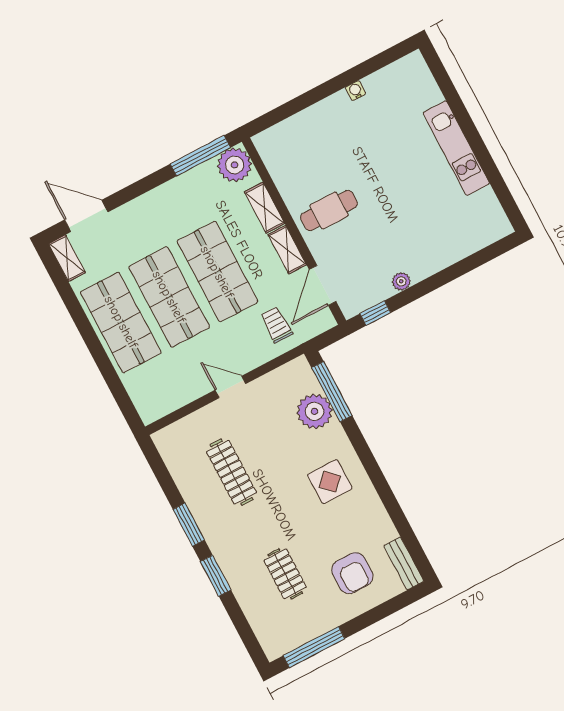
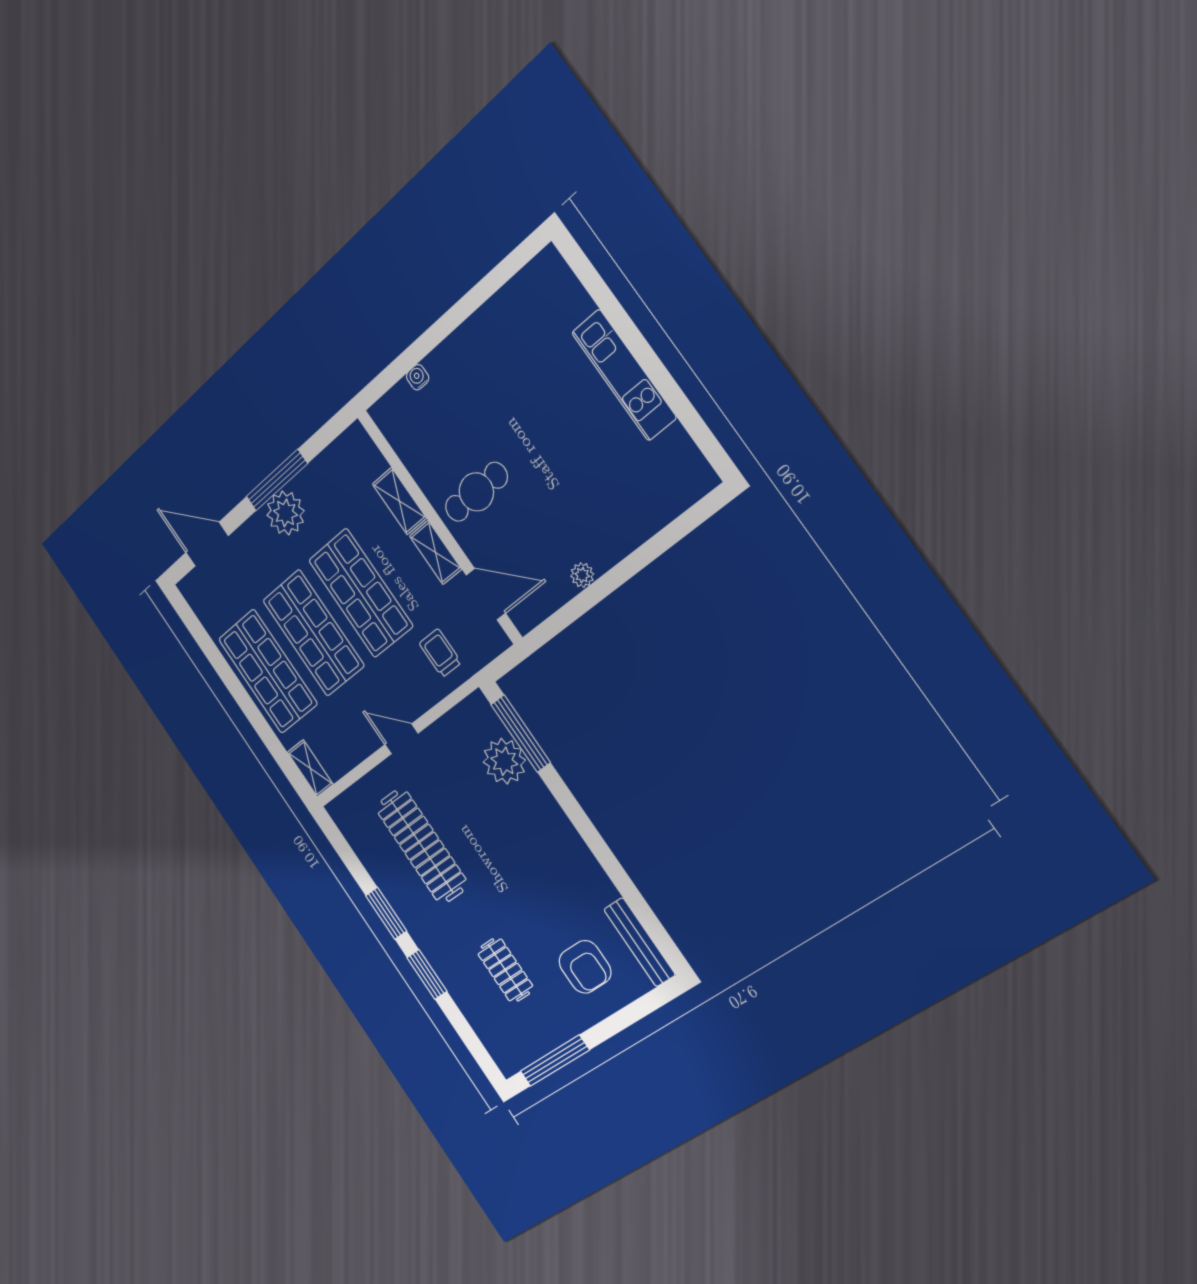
water cooler: (356, 91) -> (418, 377), moved
window: (200, 156) -> (277, 480), moved
plant: (235, 165) -> (286, 513), moved
shelving: (67, 258) -> (310, 768), moved
door: (323, 285) -> (486, 594), swing flipped
window: (375, 313) -> (557, 623), removed
clothes rail: (232, 472) -> (422, 846), width x1.37, depth x1.31
display table: (330, 482) -> (538, 851), removed
bench: (404, 563) -> (639, 942), width x1.36

